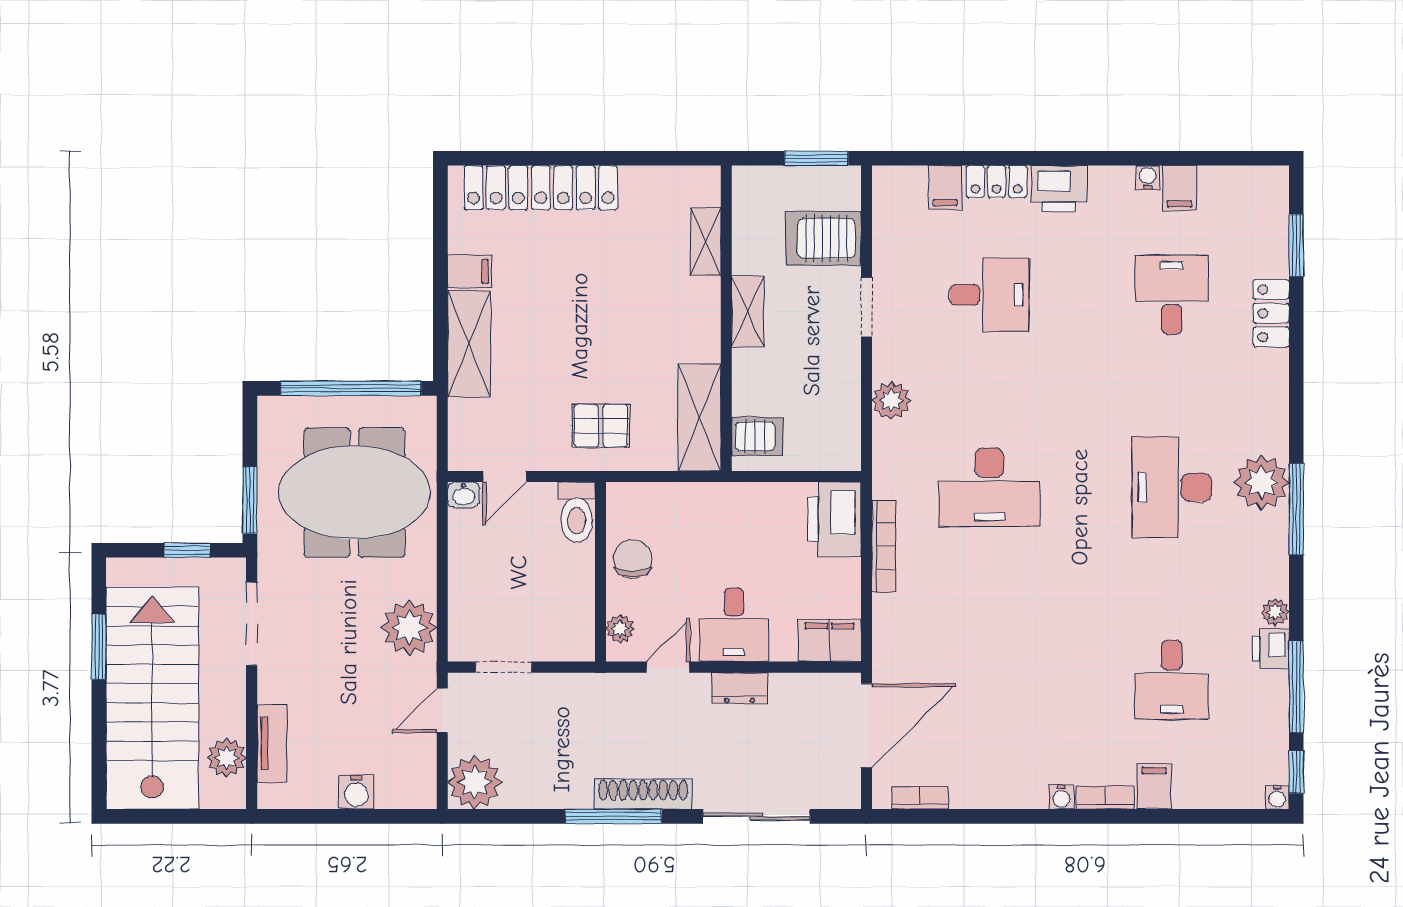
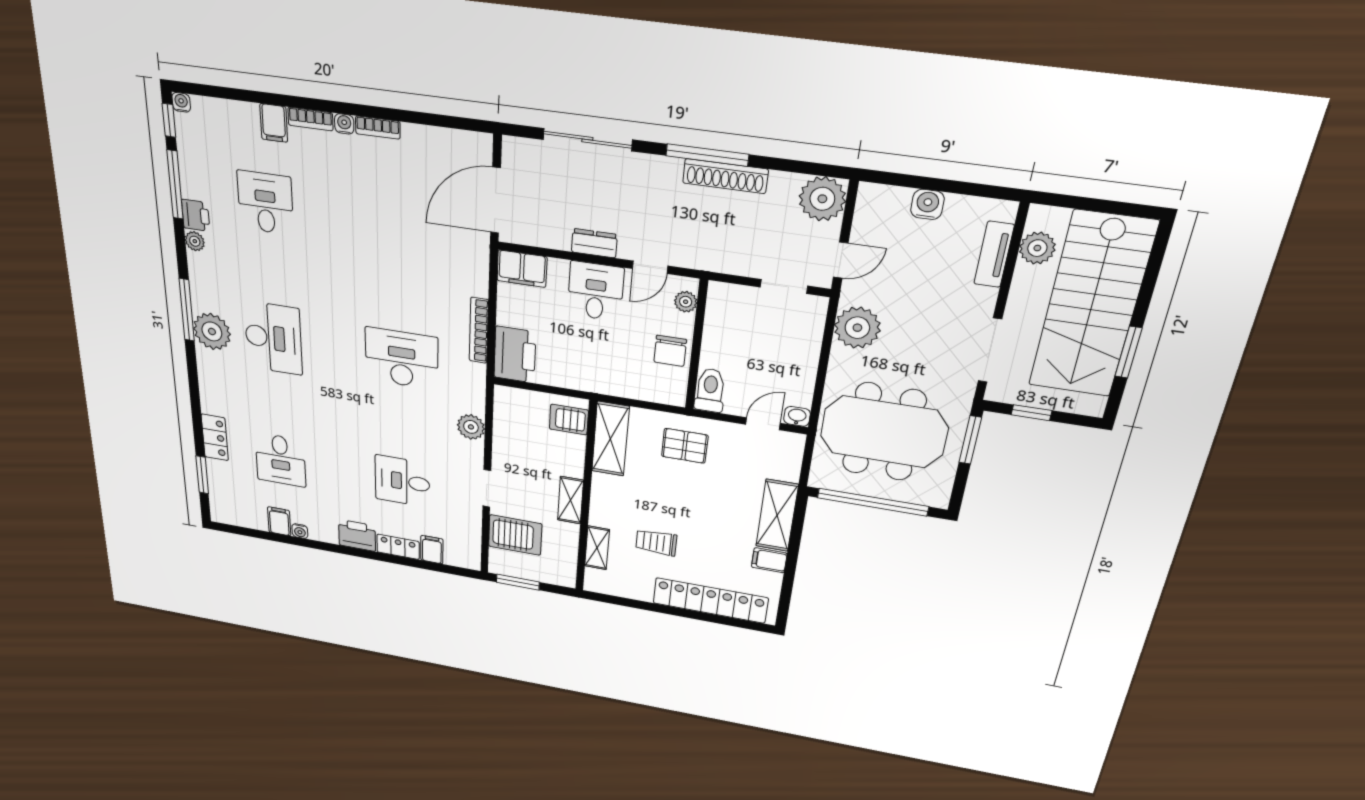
trolley: (624, 268) -> (656, 542), added
shoe rack: (643, 794) -> (725, 176), moved
bookcase: (920, 798) -> (378, 128), moved

